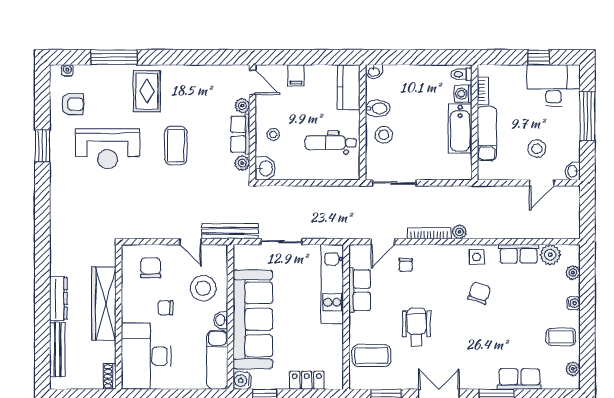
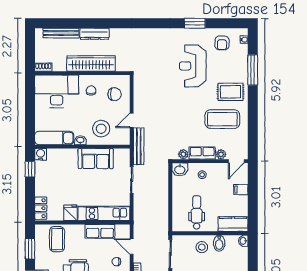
coffee table: (176, 146) -> (222, 119), moved, width x1.36, depth x1.32
chair: (165, 308) -> (91, 91), moved
sofa: (253, 319) -> (96, 159), width x0.54, depth x0.79
fridge: (331, 335) -> (70, 213), added
locker: (307, 380) -> (41, 208), moved

